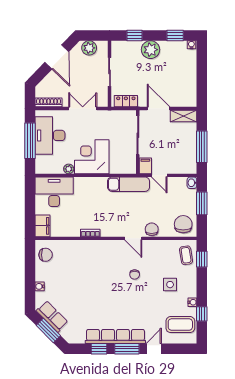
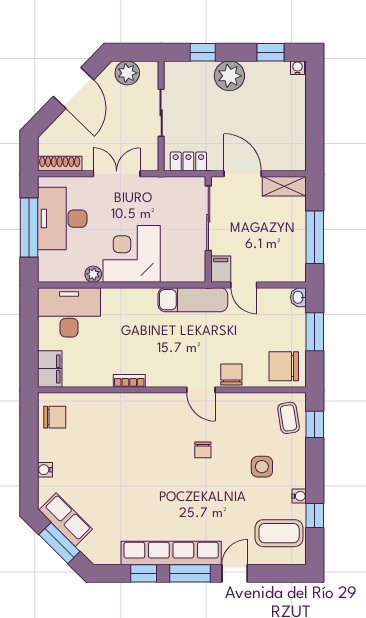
chair: (183, 224) -> (284, 366), turned -90

